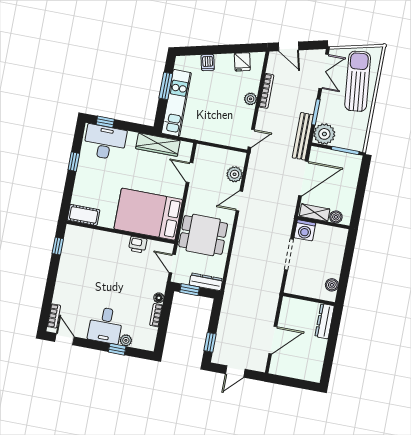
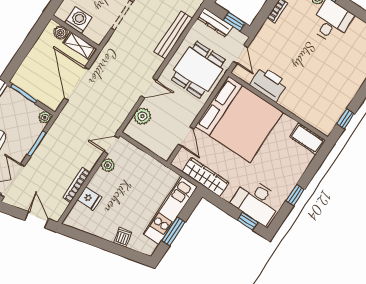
fridge: (242, 62) -> (89, 199), moved, turned 103
plant: (251, 99) -> (108, 165), moved
plant: (324, 134) -> (45, 117), width x0.53, depth x0.53
bench: (303, 136) -> (173, 35), moved
door: (303, 178) -> (76, 84), hinge flipped
bed: (148, 214) -> (239, 119), width x1.36
washing machine: (305, 230) -> (78, 20), moved
dining table: (203, 235) -> (198, 70), turned 90
printer: (138, 245) -> (269, 84), width x1.87, depth x1.48
floor lamp: (159, 298) -> (268, 26), removed

